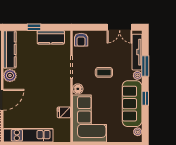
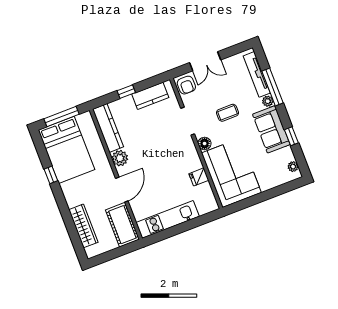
double door: (120, 27) -> (205, 61), moved
window: (145, 66) -> (273, 87), width x1.44
window: (145, 98) -> (291, 136), moved
sofa: (132, 104) -> (271, 129), width x0.73

